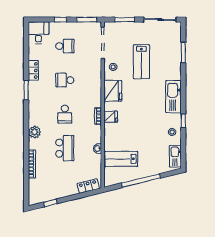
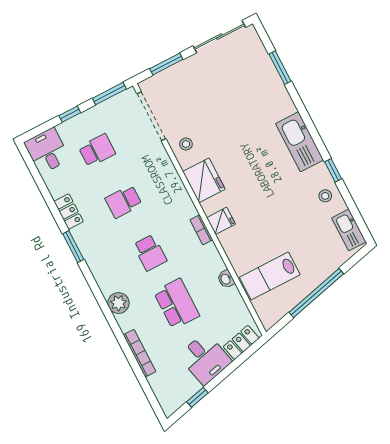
lab bench: (141, 62) -> (224, 114), removed
desk: (65, 185) -> (205, 359), added

